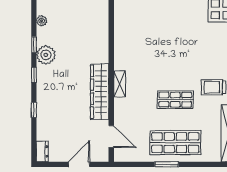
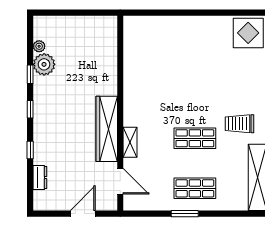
plant: (46, 55) -> (44, 64), moved
shelving: (120, 84) -> (130, 142), moved
shop shelf: (175, 143) -> (195, 188), width x0.70, depth x0.74
dresser: (42, 151) -> (40, 178), moved

